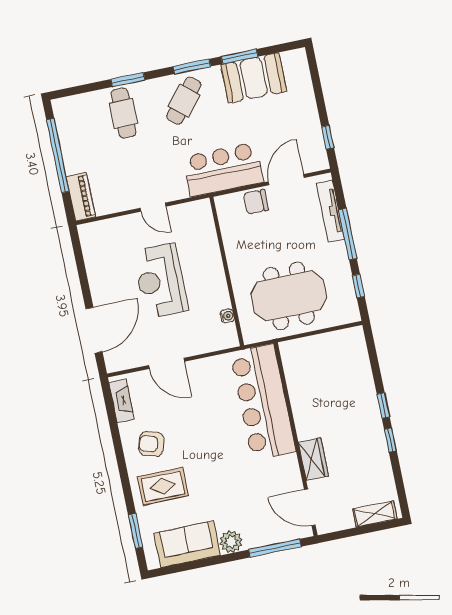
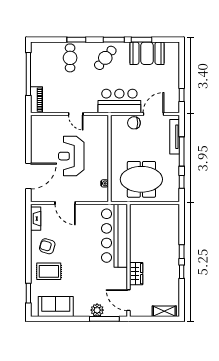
plant: (231, 542) -> (97, 310), moved

